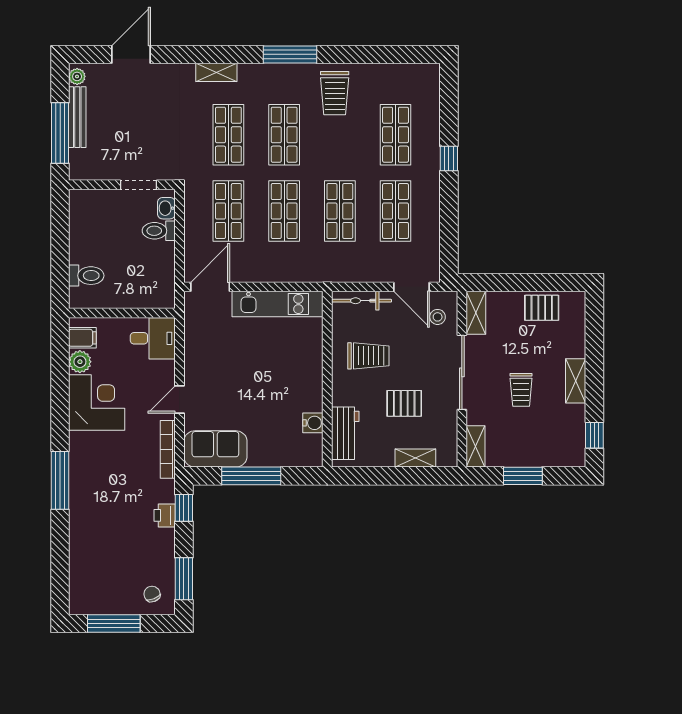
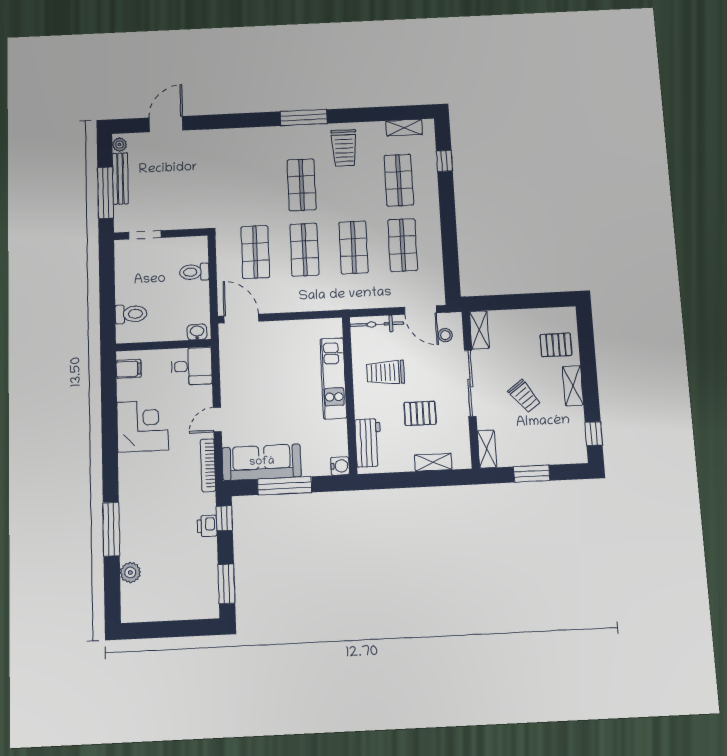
shelving: (216, 72) -> (404, 128), moved
shop shelf: (228, 135) -> (253, 187), removed
window: (449, 158) -> (444, 161), moved
doorway: (138, 185) -> (145, 235), moved
washbasin: (166, 208) -> (197, 332), moved, turned 90
door: (210, 287) -> (241, 319), hinge flipped
kitchen unit: (278, 304) -> (333, 378), moved, turned 90
pallet: (542, 308) -> (556, 345), moved
trolley: (368, 356) -> (386, 373), turned 180
plant: (80, 362) -> (130, 572), moved
trolley: (521, 390) -> (524, 396), turned -37
water cooler: (313, 423) -> (340, 466), moved
sofa: (215, 449) -> (262, 462), width x1.36
window: (60, 480) -> (111, 529), moved
chair: (152, 594) -> (197, 600), removed
window: (114, 624) -> (163, 629), removed

